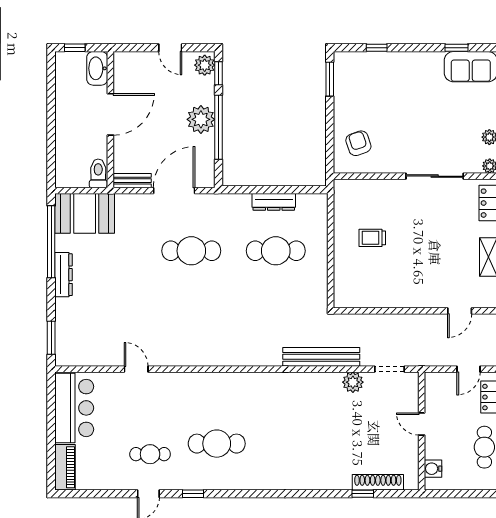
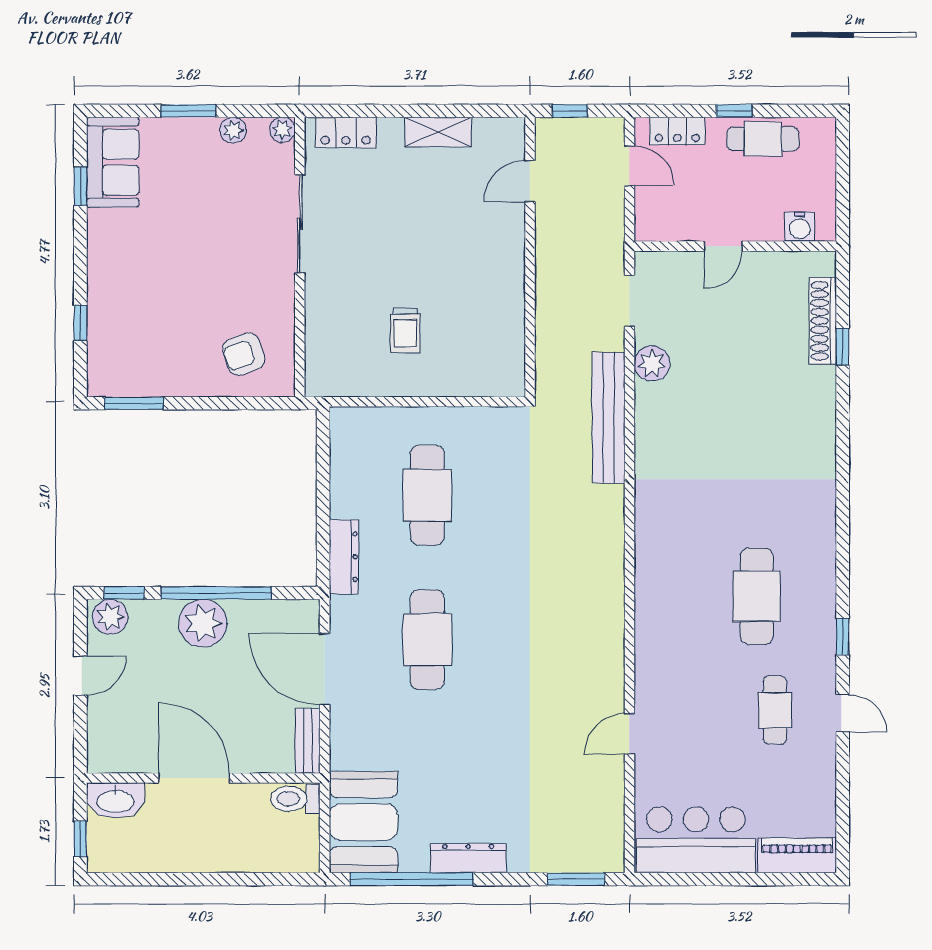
dresser: (274, 202) -> (344, 557), moved
door: (460, 311) -> (530, 181), swing flipped

